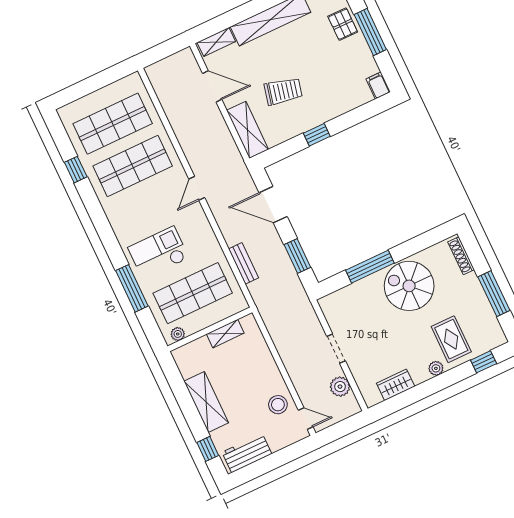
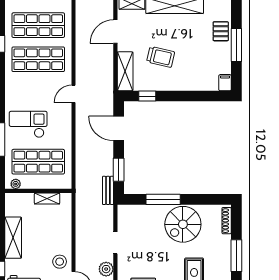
door: (212, 86) -> (115, 32), swing flipped
window: (317, 135) -> (147, 96), moved
bench: (244, 263) -> (108, 190), moved
spiral stairs: (409, 286) -> (183, 224), turned -90

